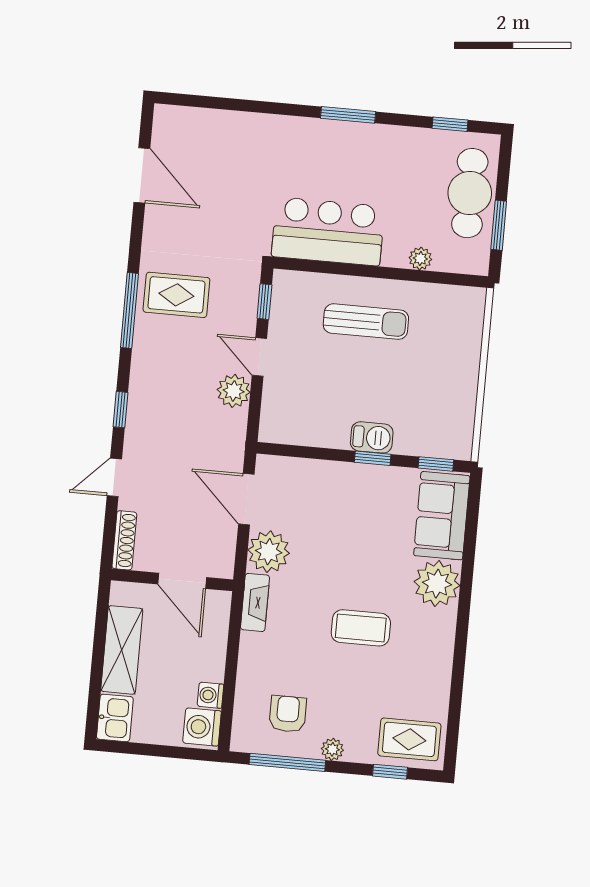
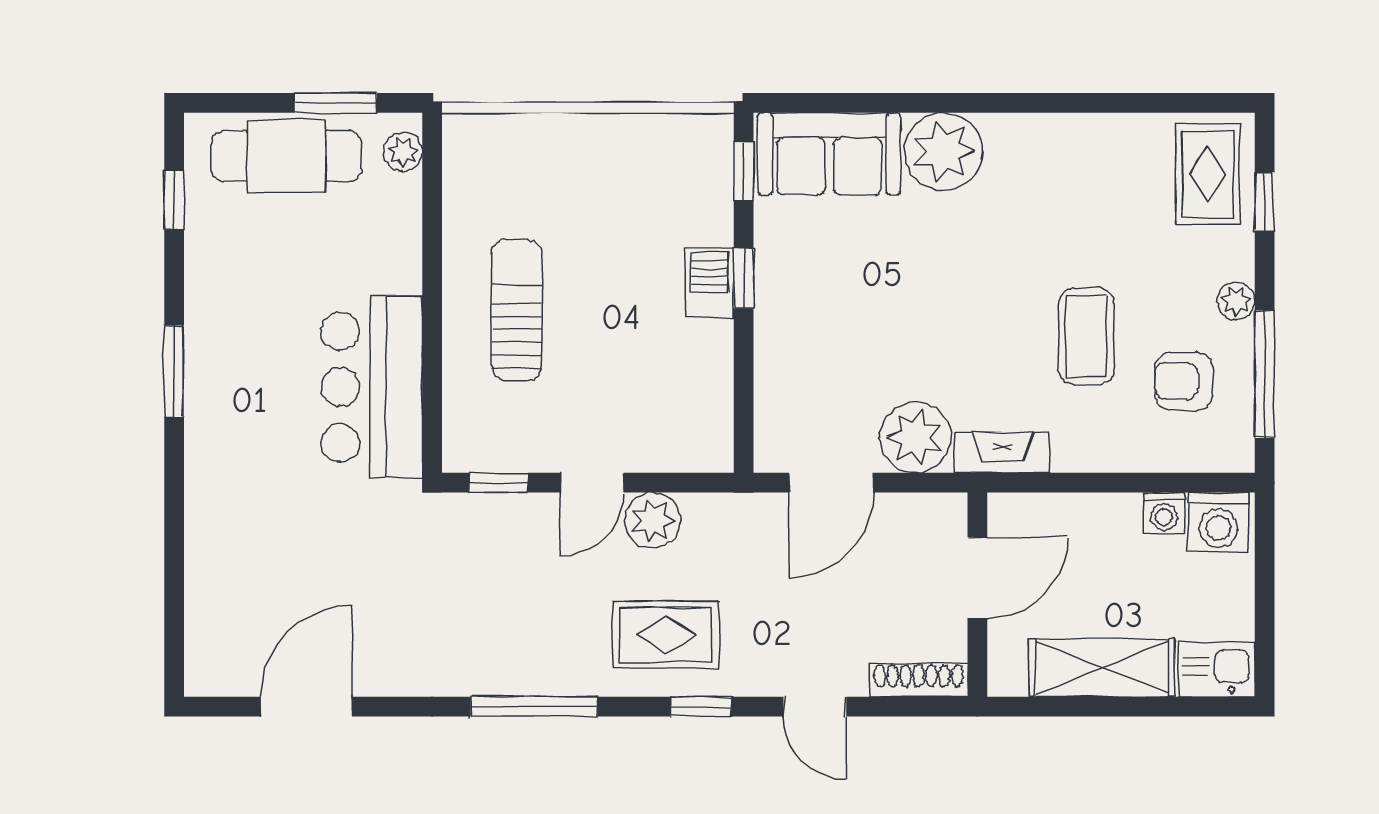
plant: (420, 259) -> (403, 152), moved
rug: (176, 295) -> (666, 635), moved, turned 90
coffee table: (361, 628) -> (1086, 336), moved

